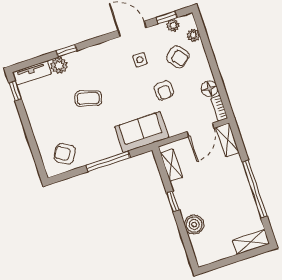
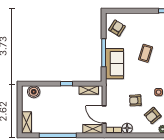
sofa: (142, 132) -> (115, 64), moved
boiler: (194, 225) -> (34, 92), moved

